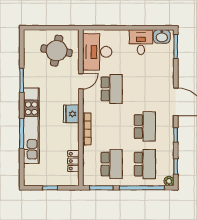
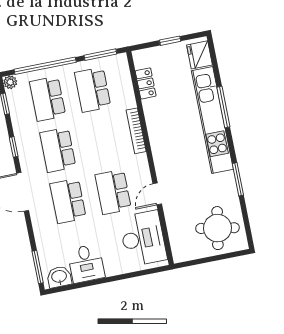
round table: (57, 51) -> (218, 228), moved
school desk: (145, 89) -> (68, 201), added
fridge: (71, 114) -> (200, 55), moved, turned 180

